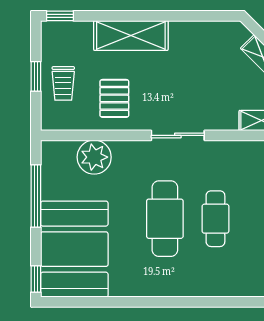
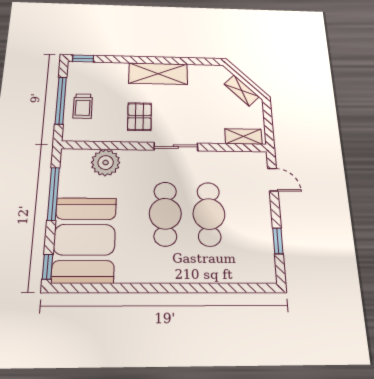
shelving: (131, 35) -> (158, 74), moved
window: (36, 76) -> (61, 100), width x2.17
pallet: (114, 98) -> (139, 117), moved
cafe table: (215, 219) -> (209, 214), width x1.37, depth x1.35

